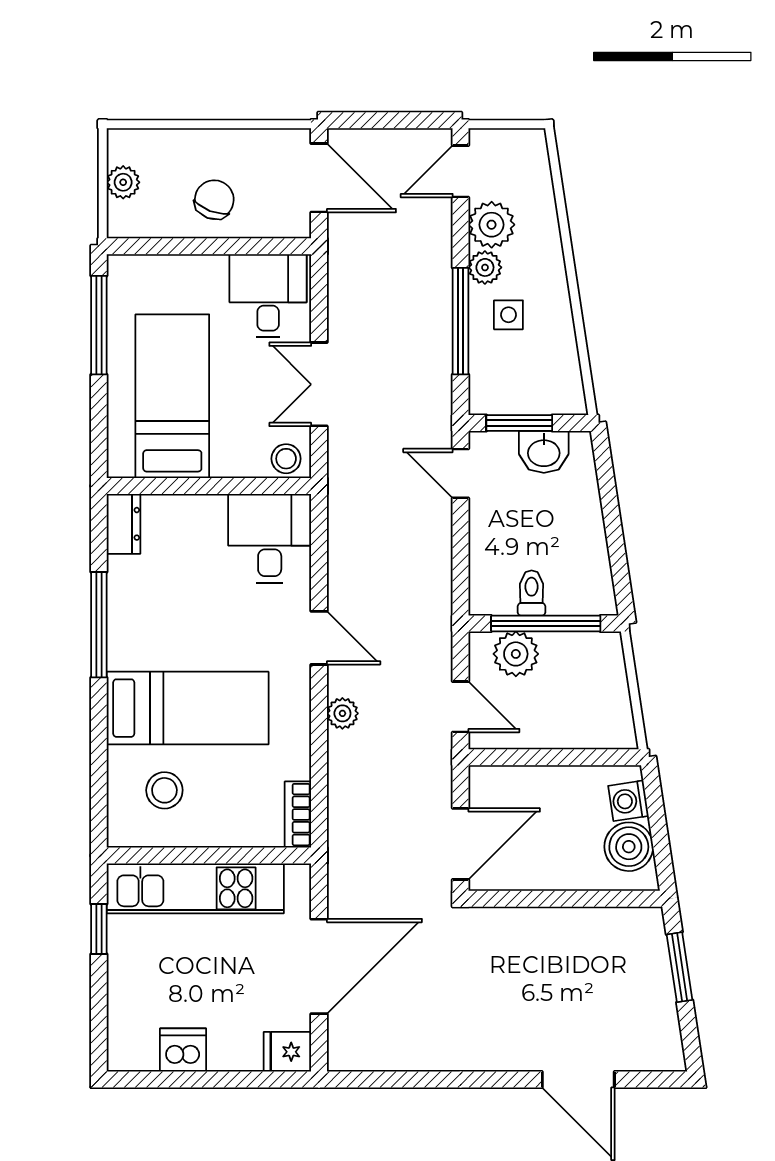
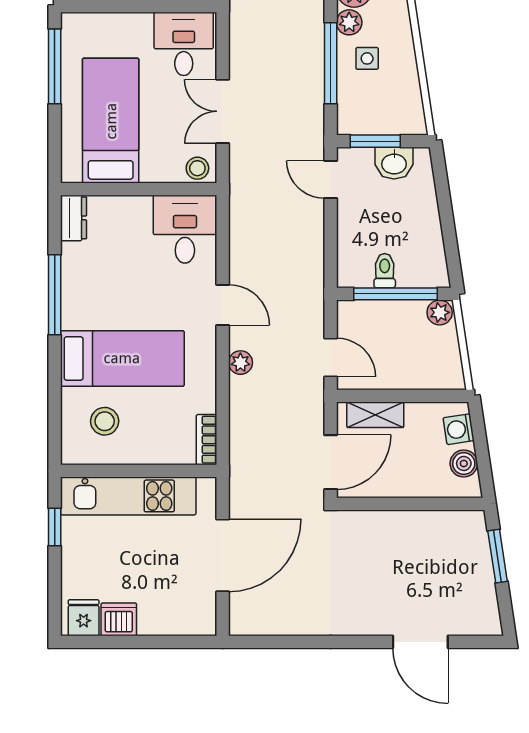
plant: (516, 654) -> (440, 312), moved, width x0.73, depth x0.73
shelving: (519, 782) -> (375, 415), added
boiler: (629, 847) -> (464, 463), width x0.73, depth x0.73
fridge: (287, 1052) -> (84, 618), moved, turned 90

